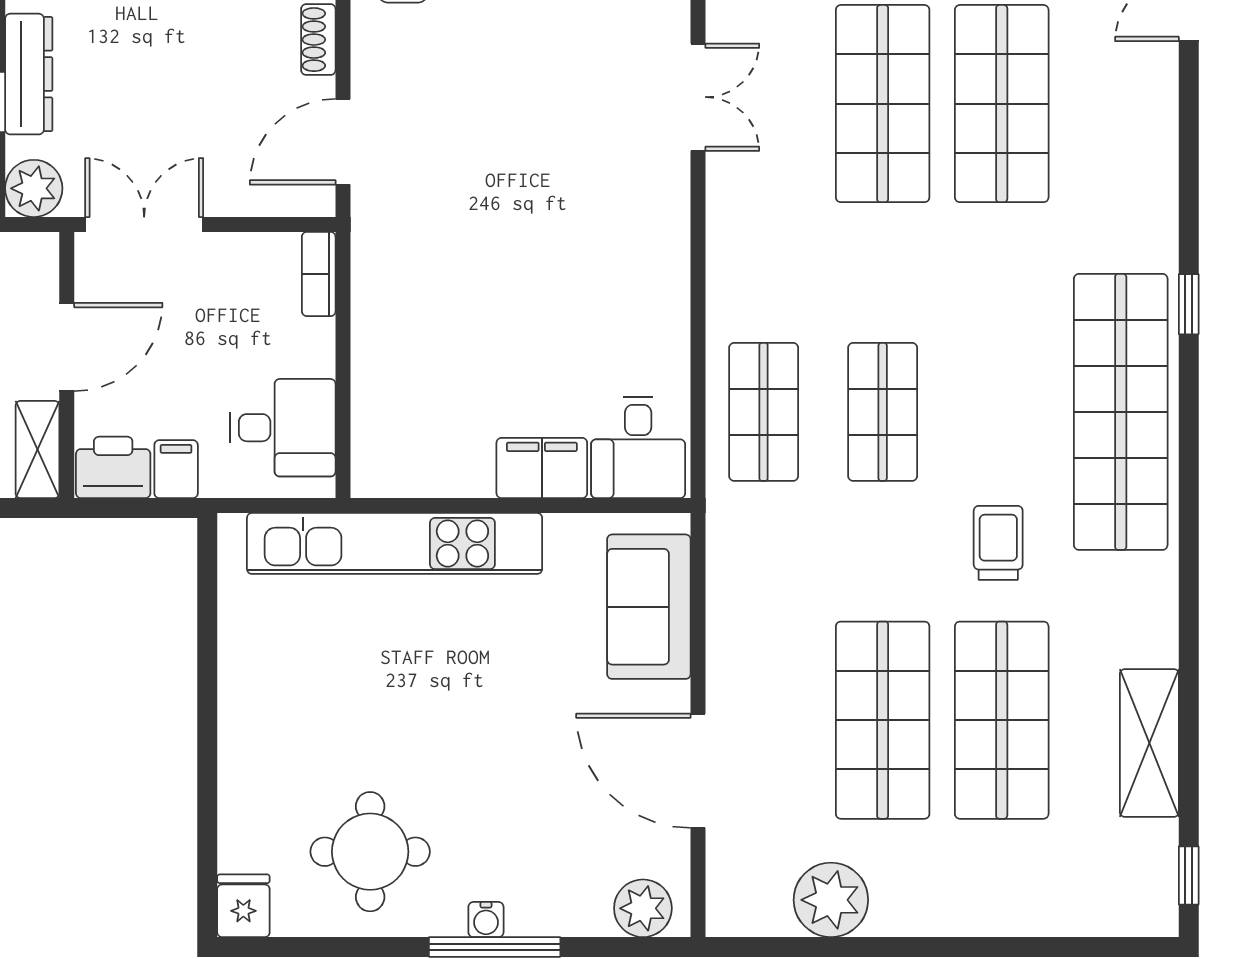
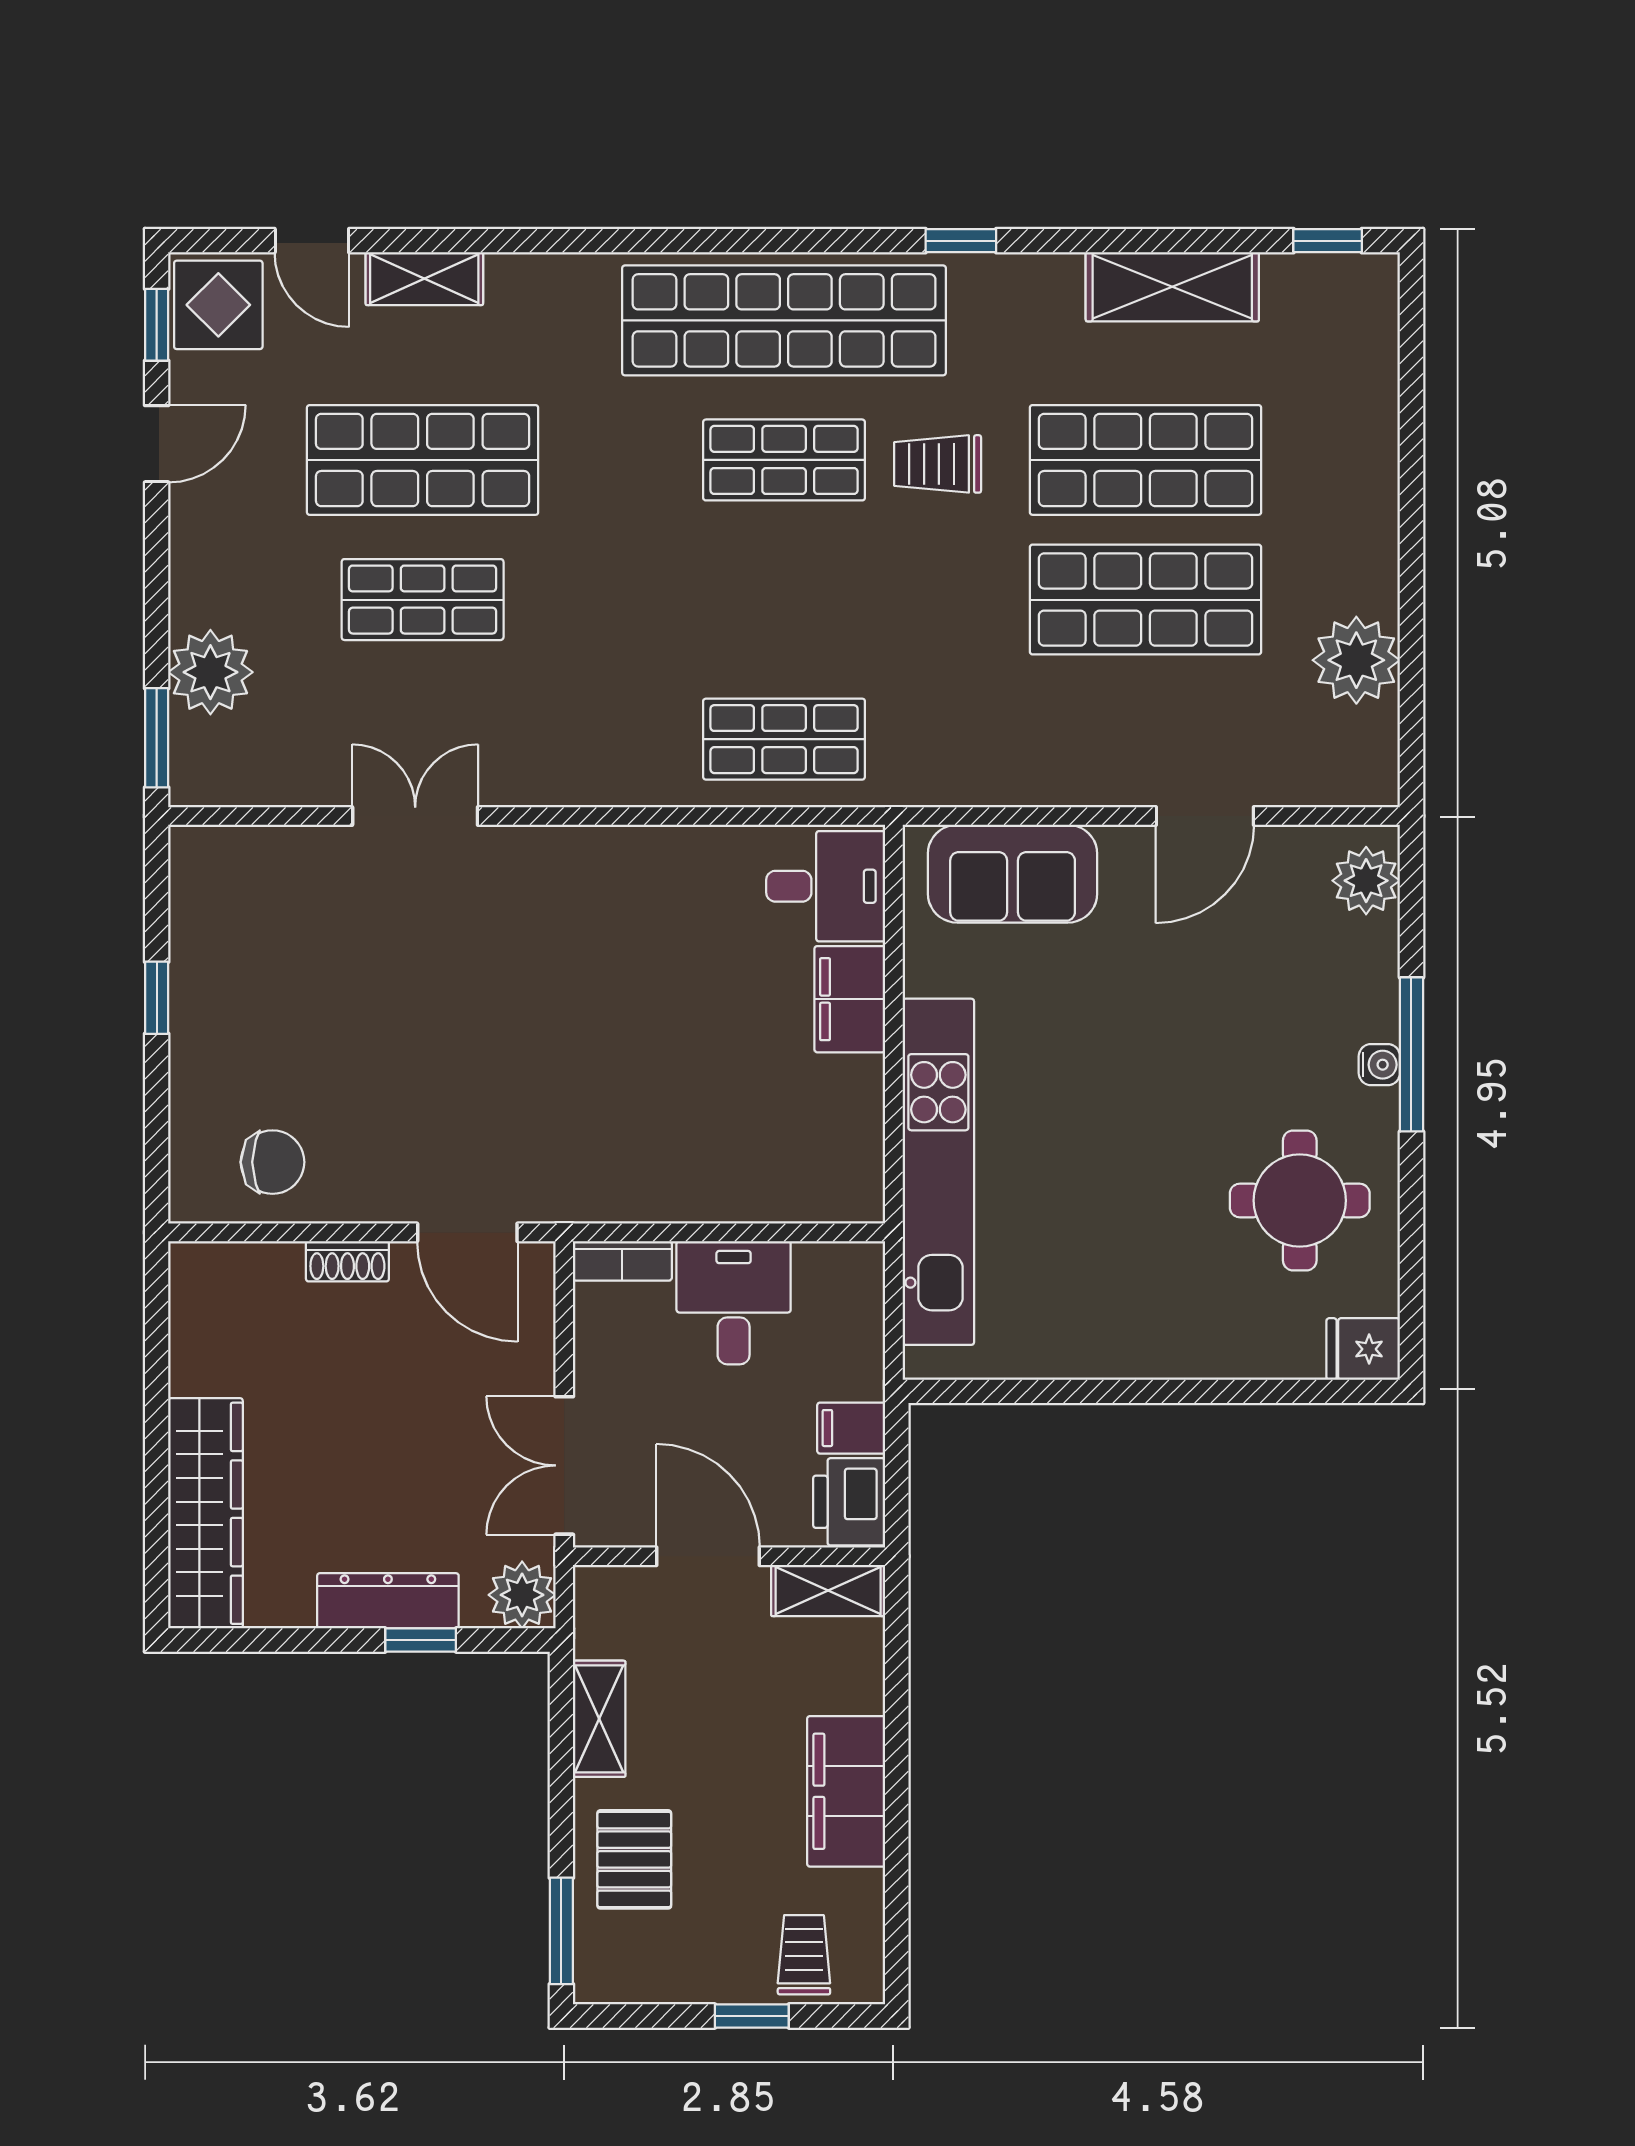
shop shelf: (883, 104) -> (423, 600), width x0.70, depth x0.74
shelving: (1156, 105) -> (424, 279), added
window: (1189, 304) -> (961, 241), moved
shop shelf: (883, 412) -> (784, 460), moved
desk: (283, 428) -> (734, 1303), moved
door: (698, 771) -> (1205, 816), width x0.73

